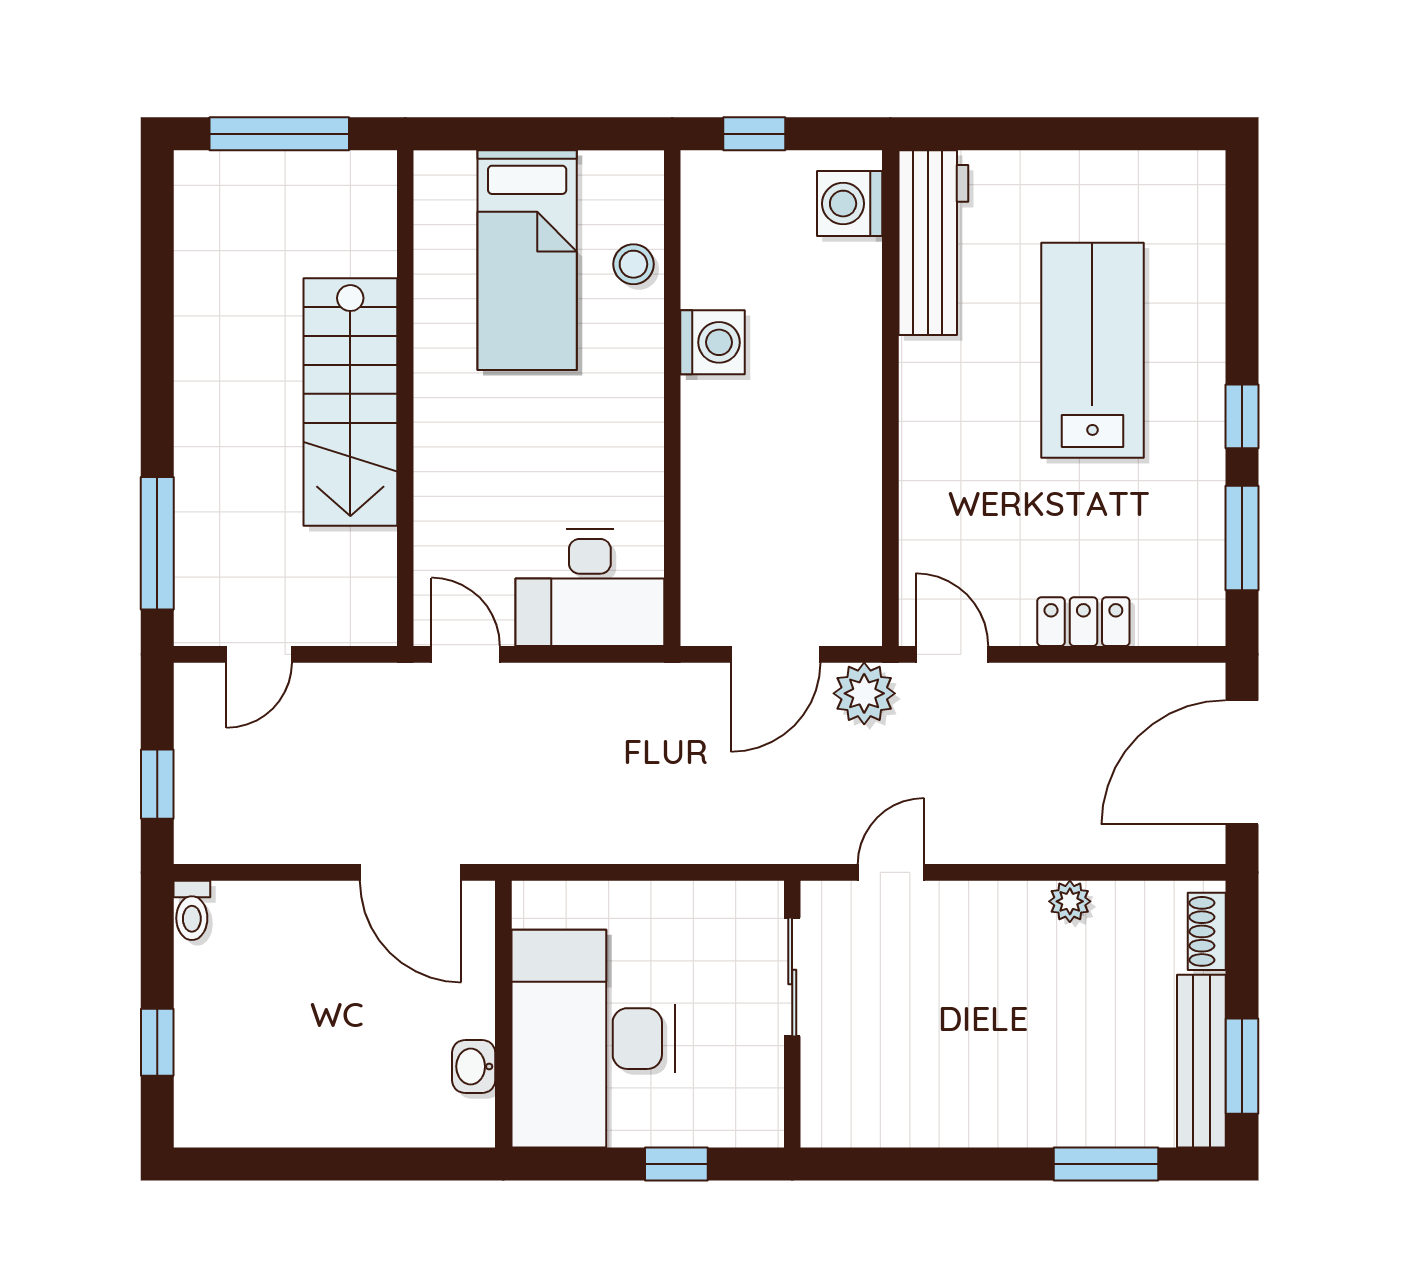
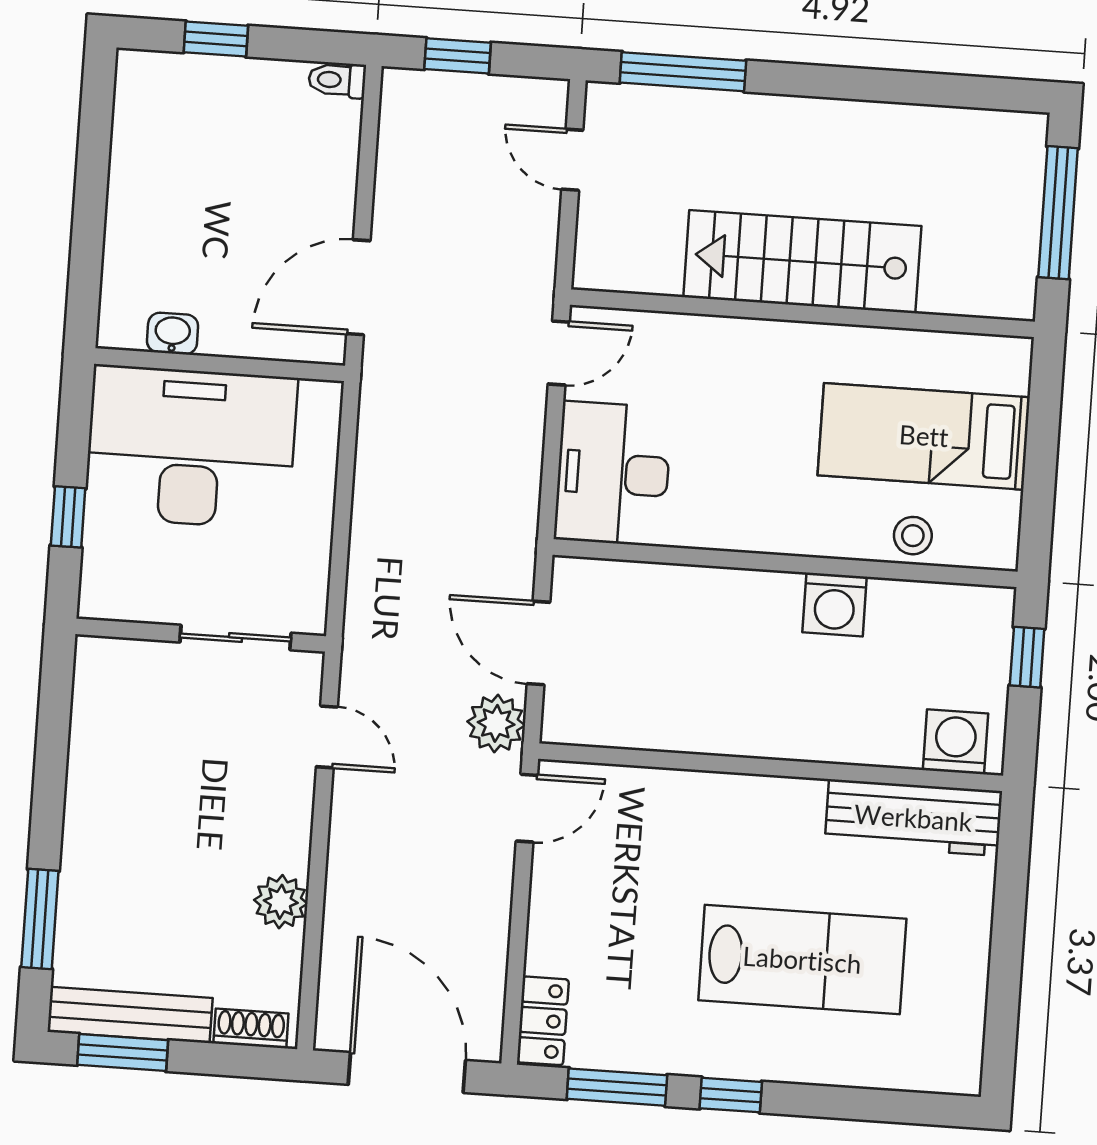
locker: (1083, 622) -> (543, 1021), moved
plant: (1070, 901) -> (281, 902), width x1.38, depth x1.38

